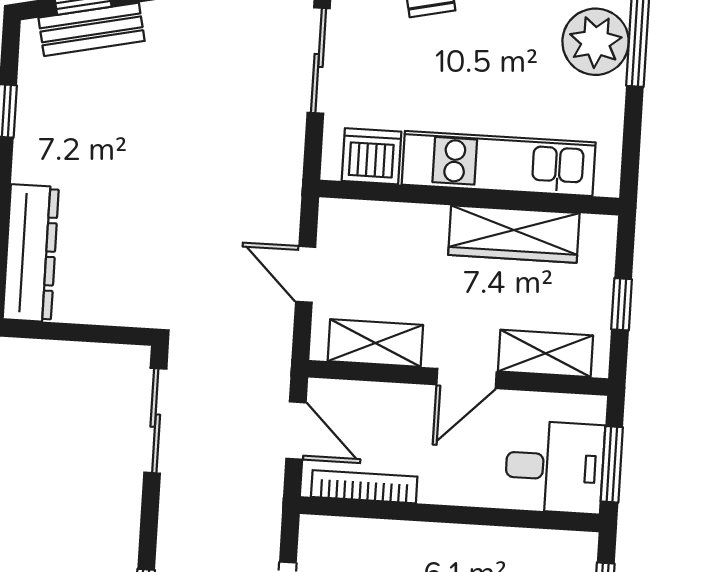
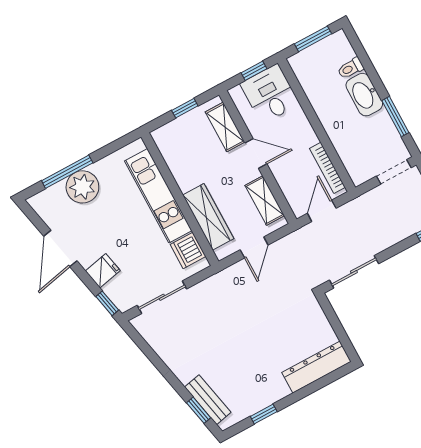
wardrobe: (514, 234) -> (208, 217), moved
window: (612, 464) -> (254, 71), width x0.67

